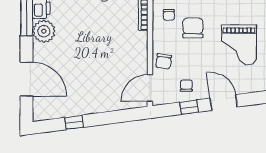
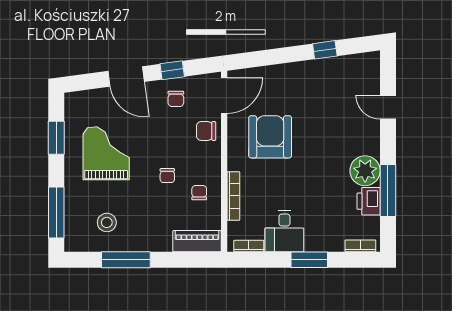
chair: (193, 28) -> (167, 176), width x0.54, depth x0.54
armchair: (115, 57) -> (270, 137), added
chair: (164, 61) -> (206, 131), turned -98
door: (27, 79) -> (388, 107), width x0.53

